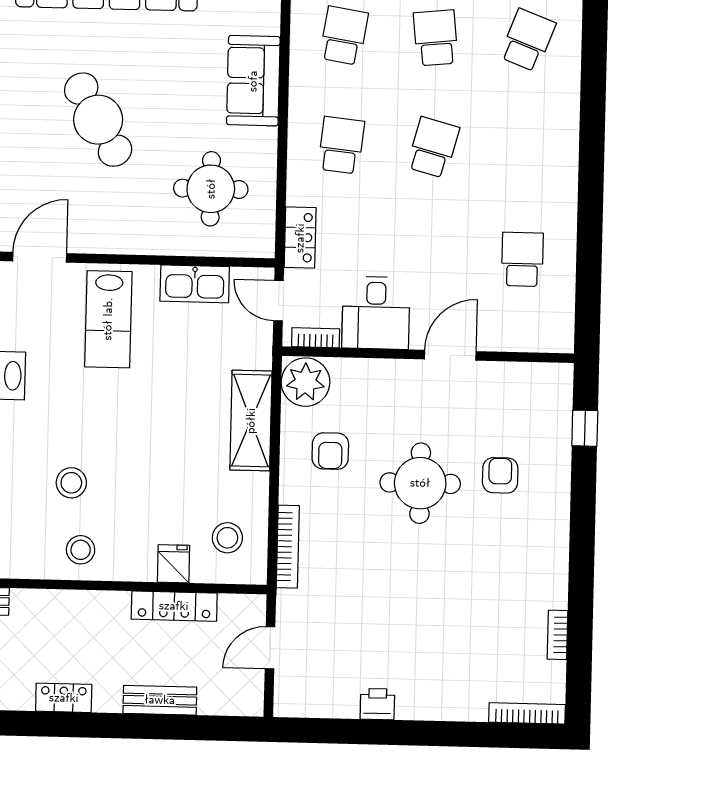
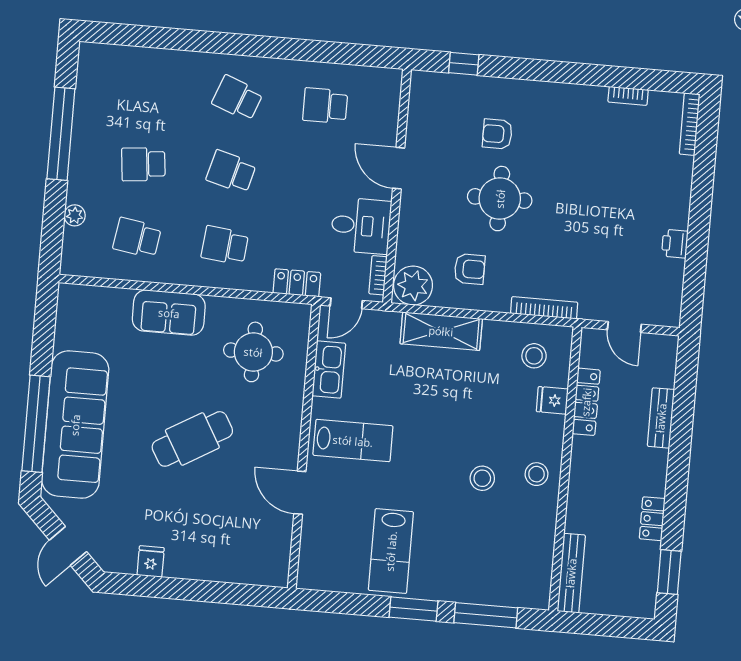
school desk: (528, 40) -> (237, 98), moved
locker: (64, 698) -> (652, 519), moved

